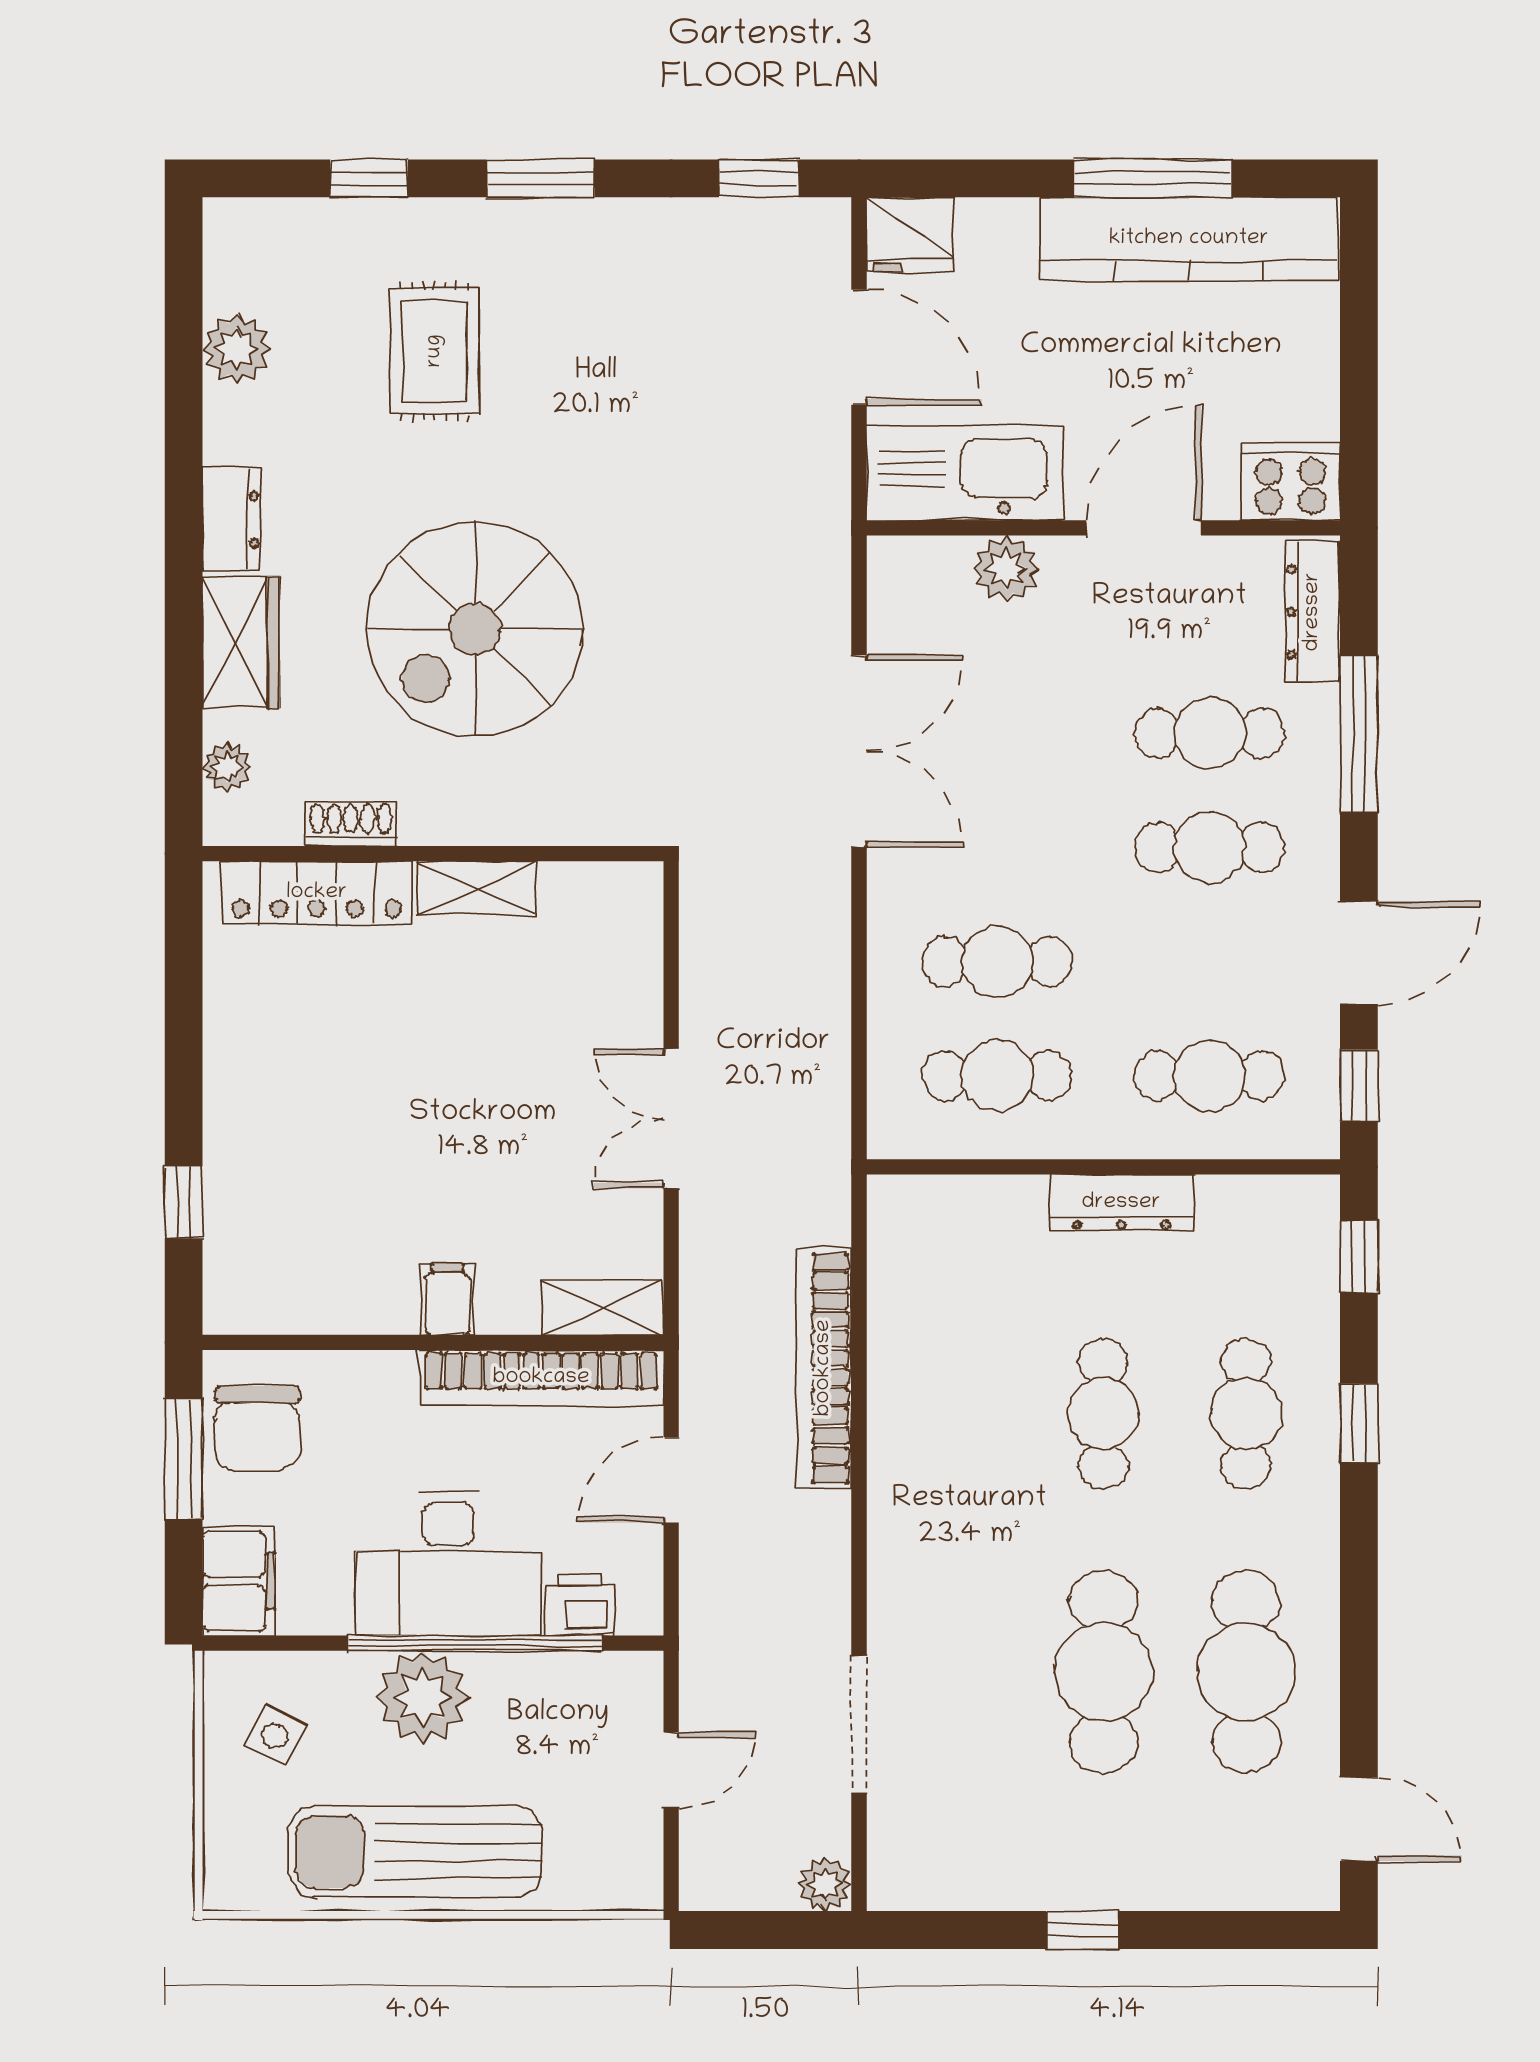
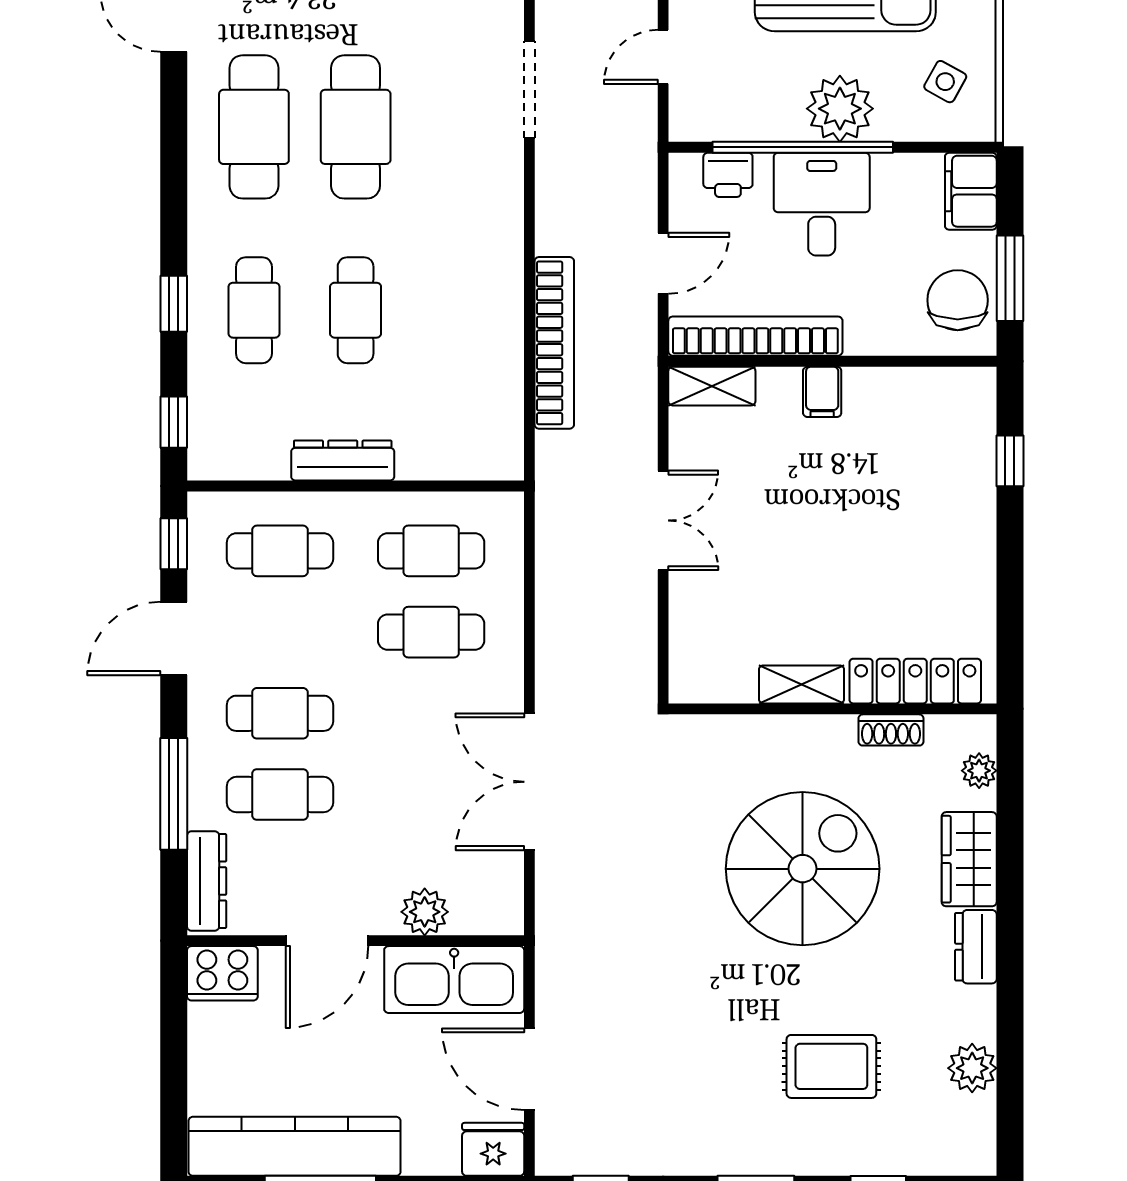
rug: (435, 351) -> (831, 1066), turned 90
desk: (448, 1563) -> (822, 204), width x0.73

